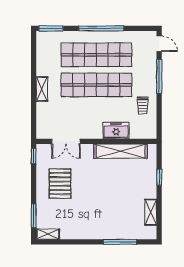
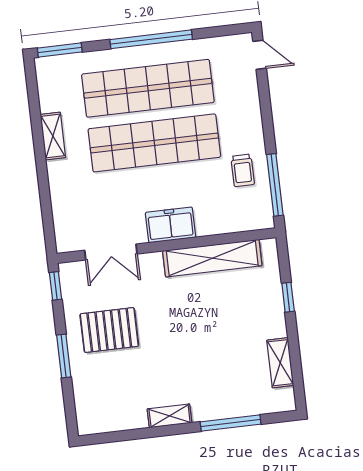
window: (159, 77) -> (275, 185), moved
shelving: (42, 89) -> (53, 136), moved
freezer: (116, 130) -> (171, 225), moved
pallet: (60, 184) -> (109, 330), turned 90
window: (34, 216) -> (64, 356), moved
shelving: (48, 234) -> (170, 416), moved

